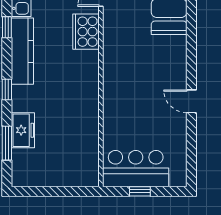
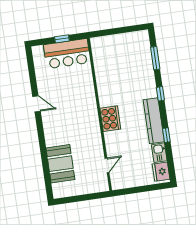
cooker: (86, 32) -> (110, 119), moved
freezer: (23, 130) -> (146, 68), removed

